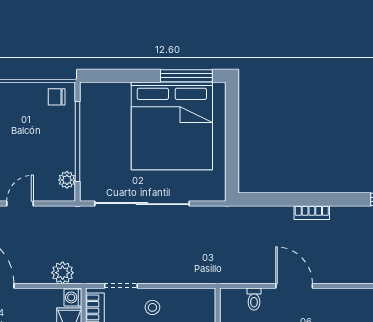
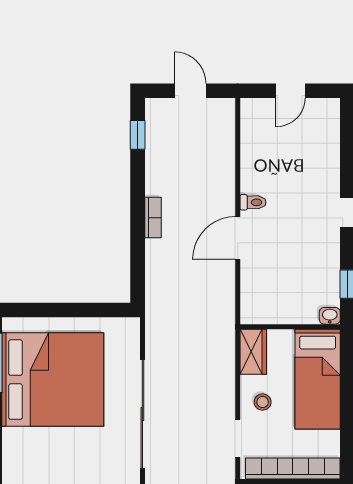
wardrobe: (196, 299) -> (253, 352), added
toilet: (254, 299) -> (253, 202), moved

